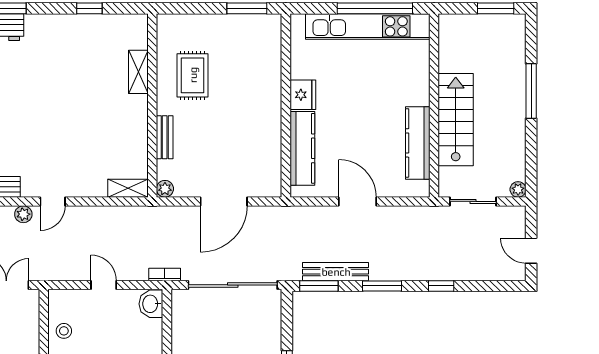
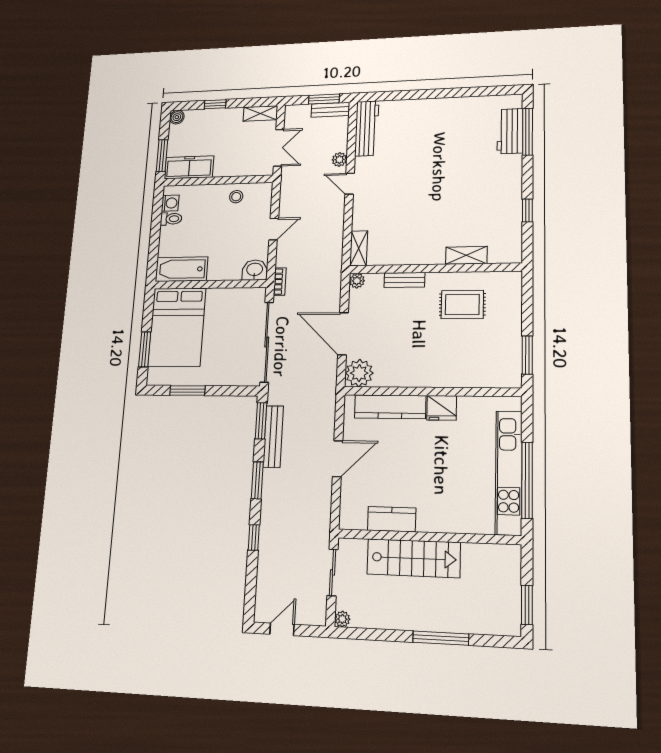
kitchen counter: (418, 143) -> (392, 519), width x0.67
plant: (267, 182) -> (359, 373), added

